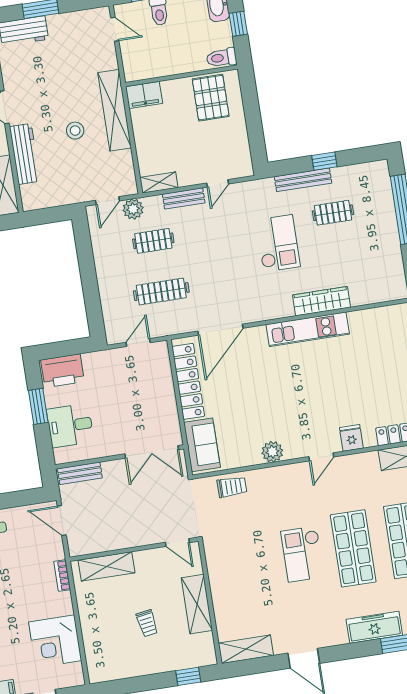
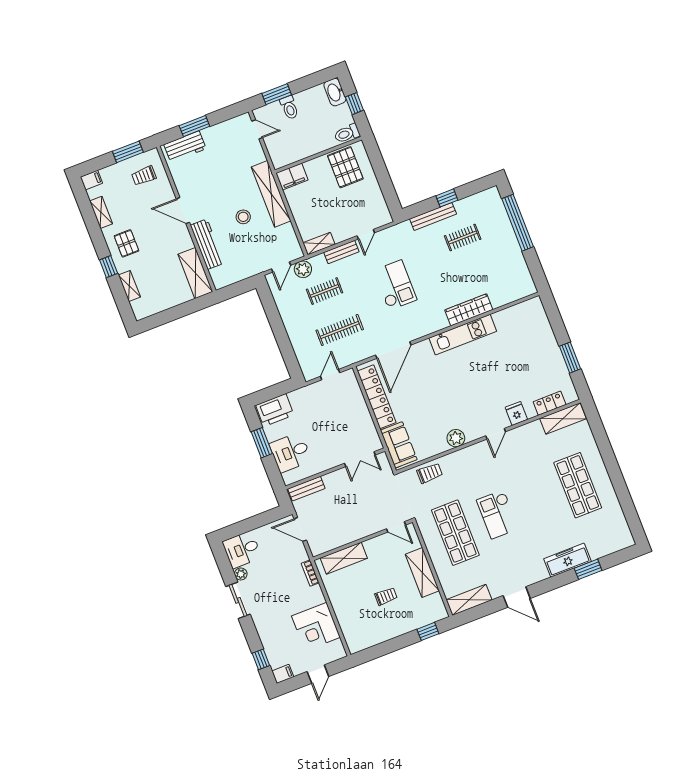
checkout: (278, 243) -> (395, 285), moved
double door: (152, 452) -> (360, 459), width x0.73
shop shelf: (353, 548) -> (455, 533), moved
trolley: (147, 623) -> (386, 596), turned -81

